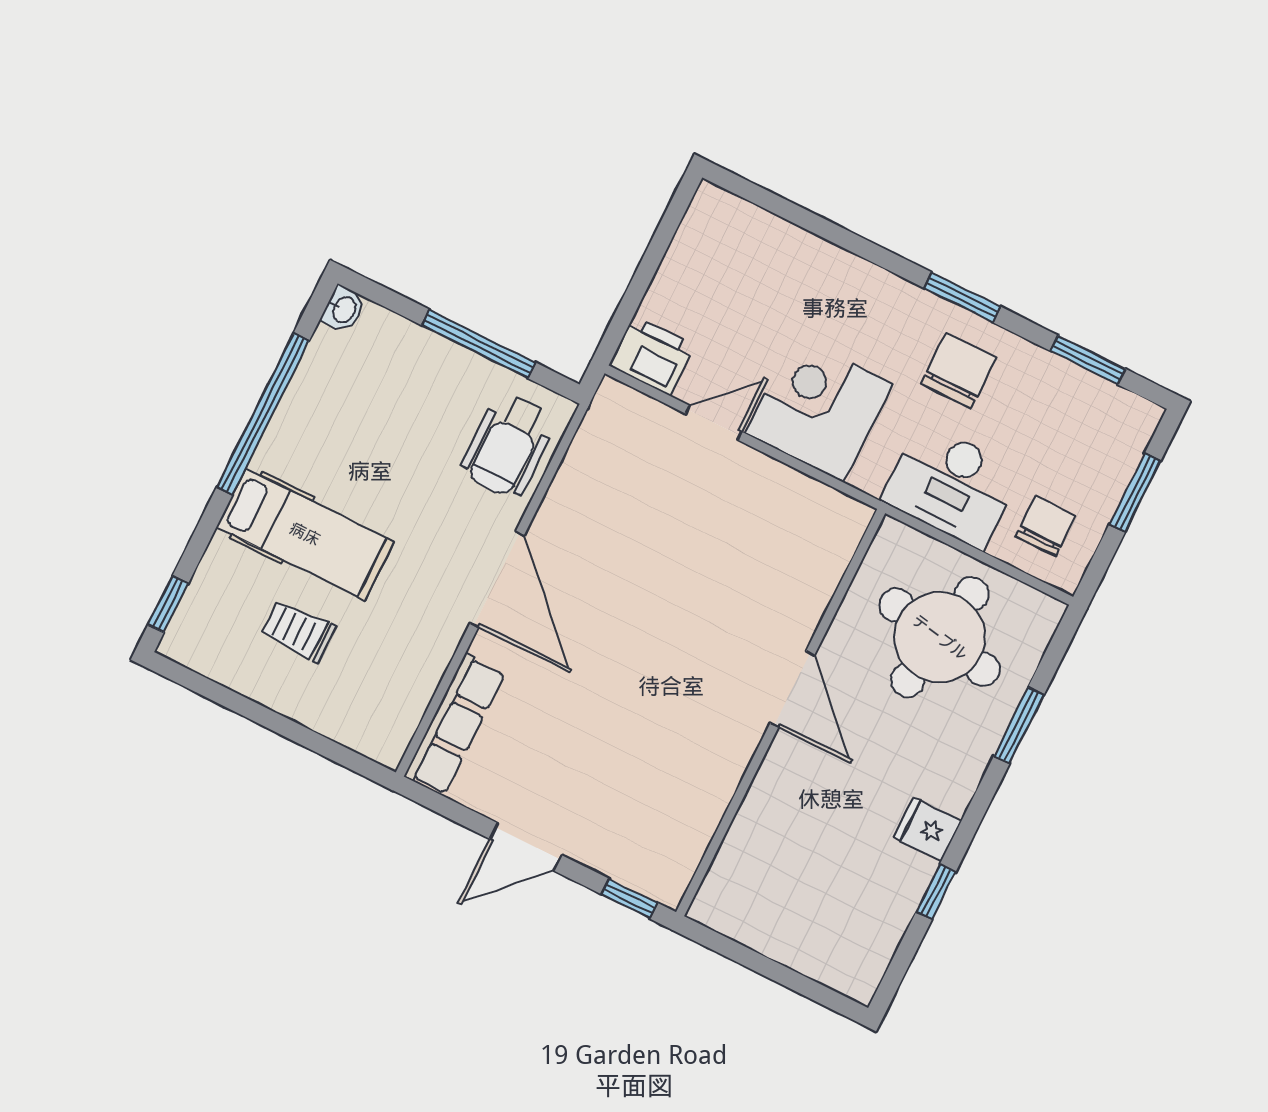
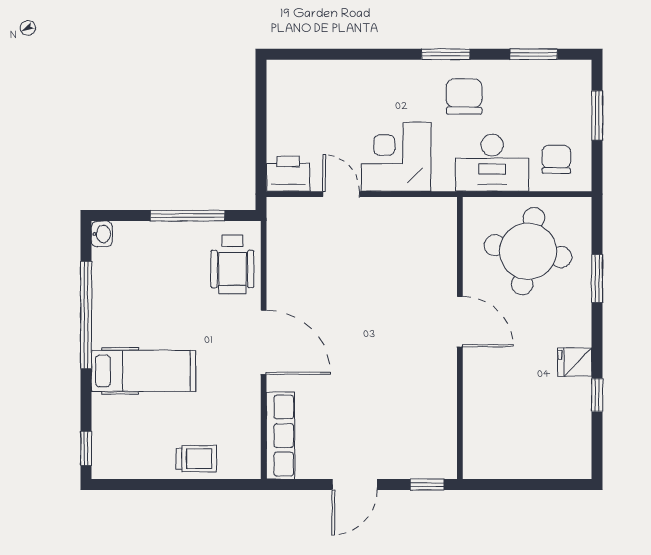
door: (714, 423) -> (341, 194), hinge flipped
trolley: (298, 631) -> (196, 459), moved, turned 180

